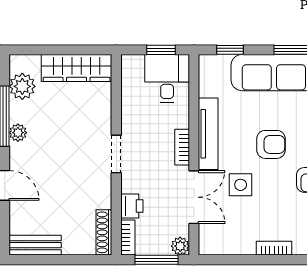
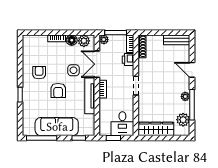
desk: (167, 78) -> (122, 124), moved
armchair: (271, 144) -> (58, 90), turned -90
plant: (220, 243) -> (84, 41), added
floor lamp: (244, 245) -> (72, 40), added

